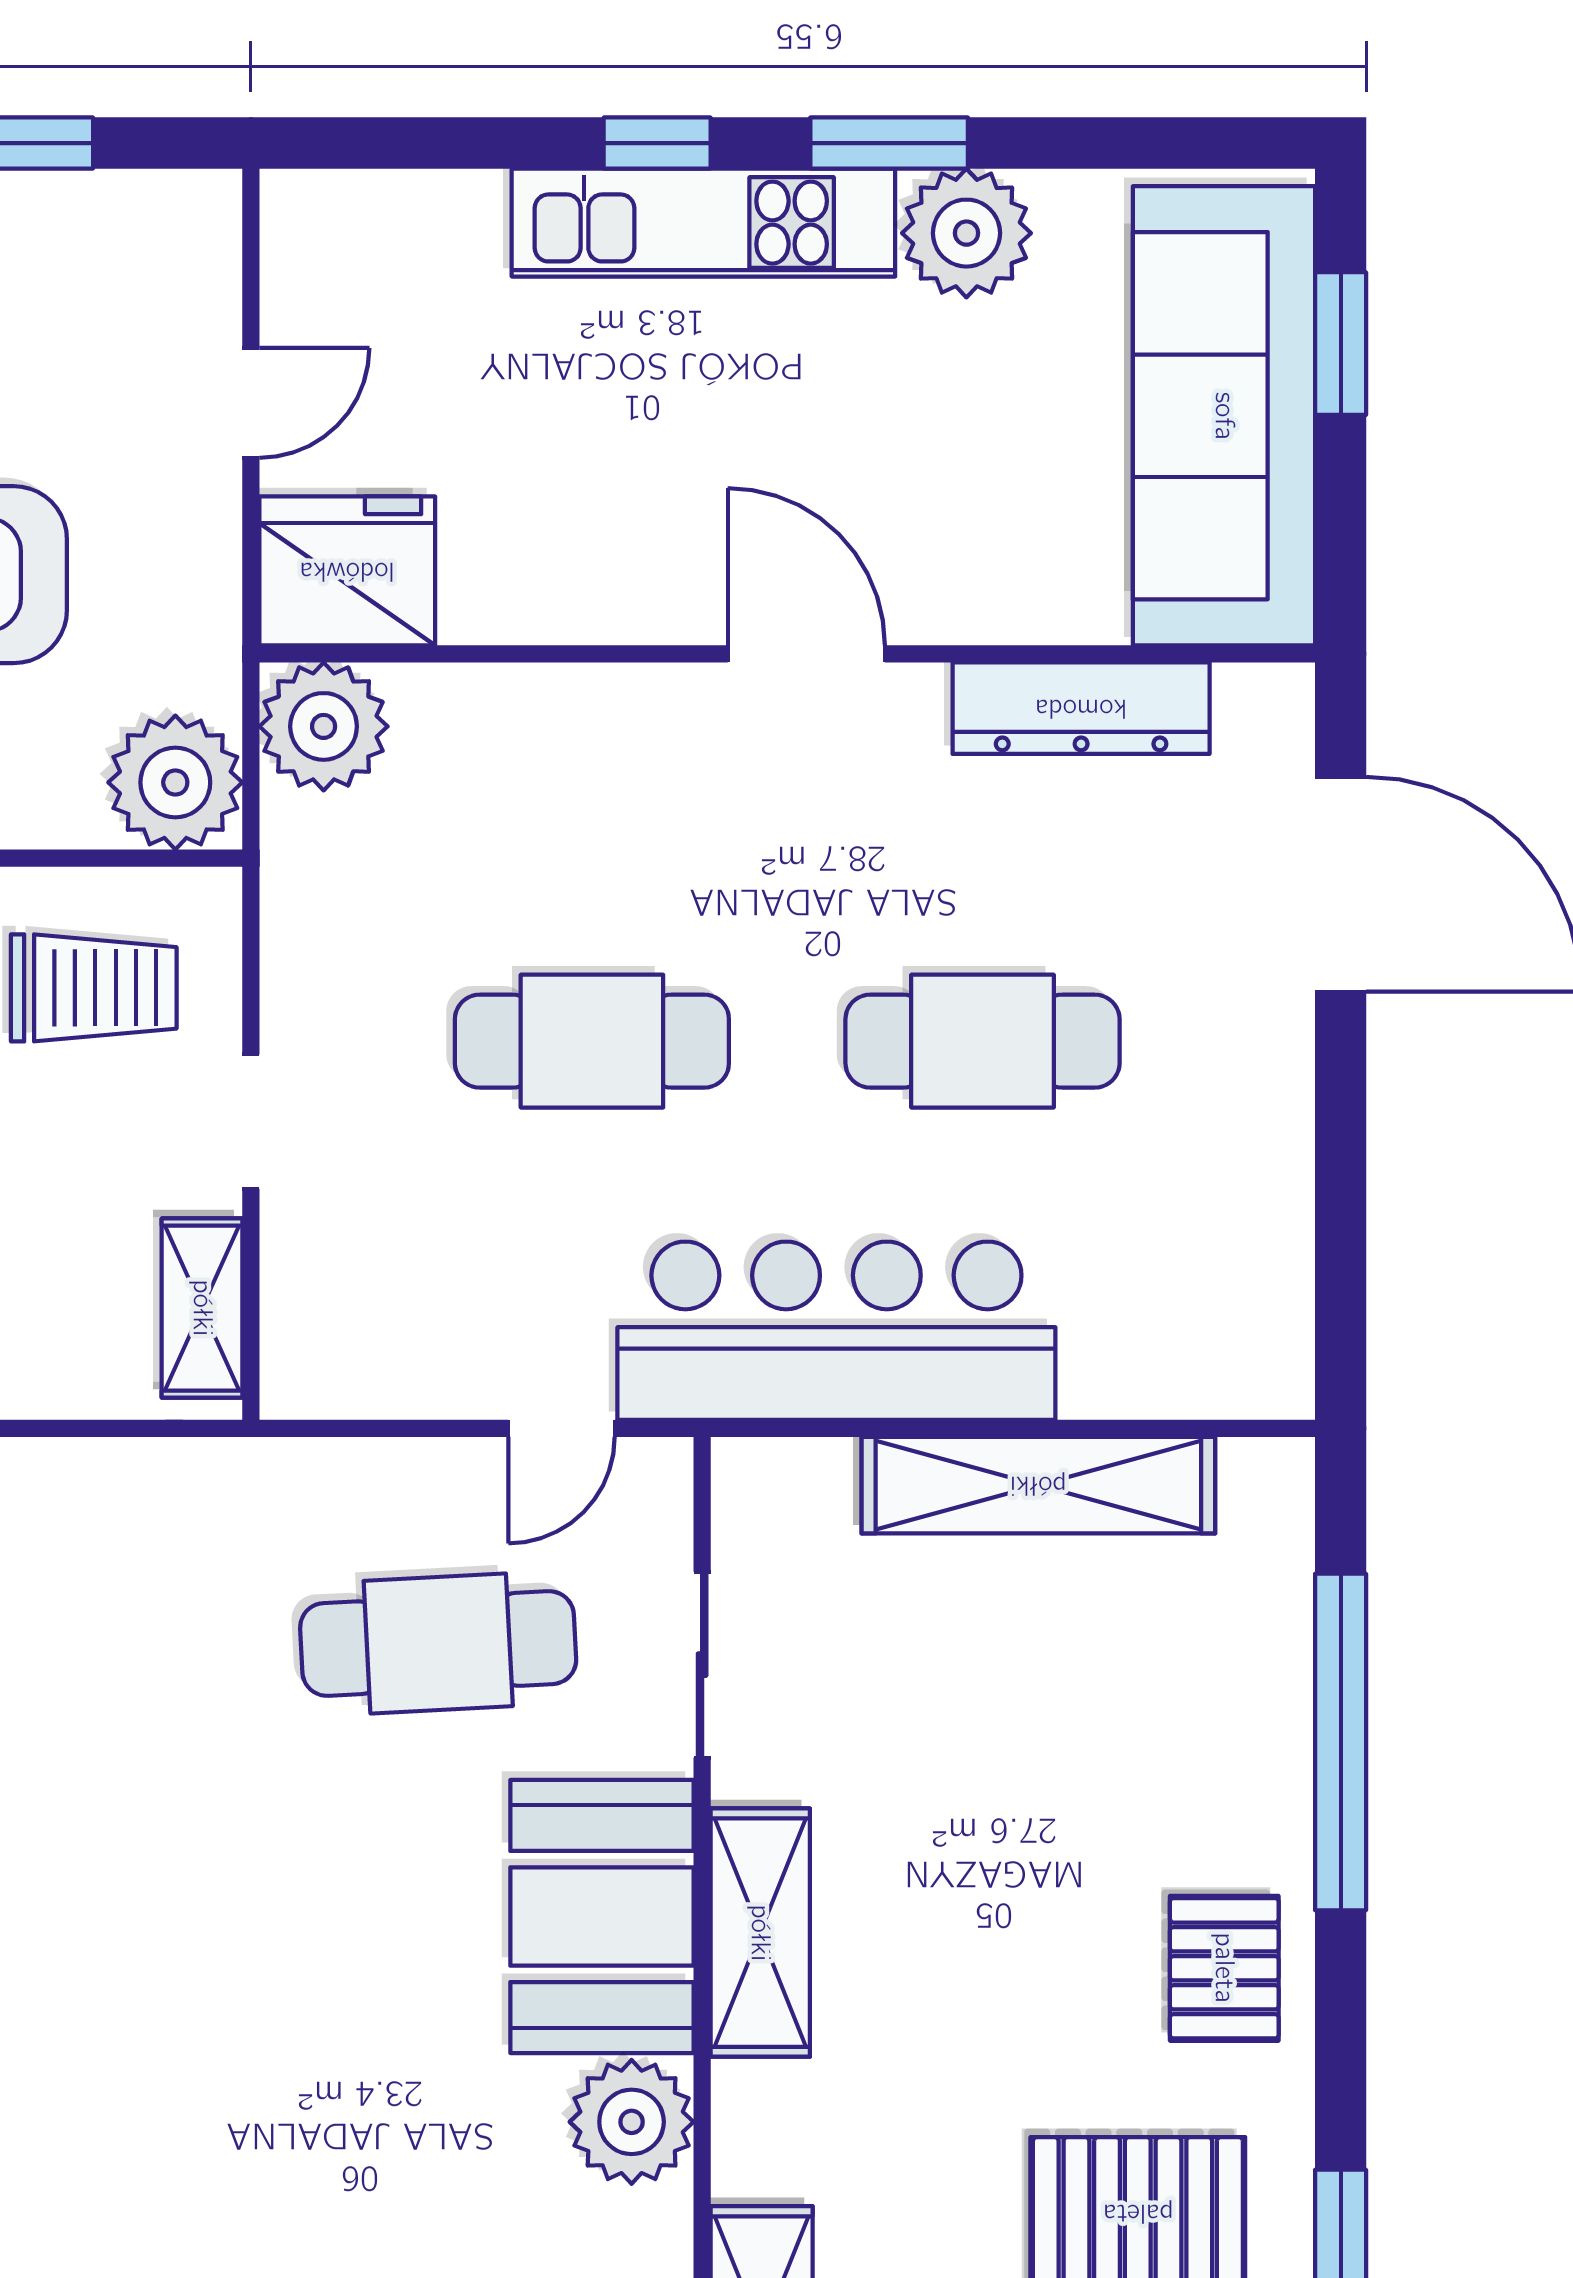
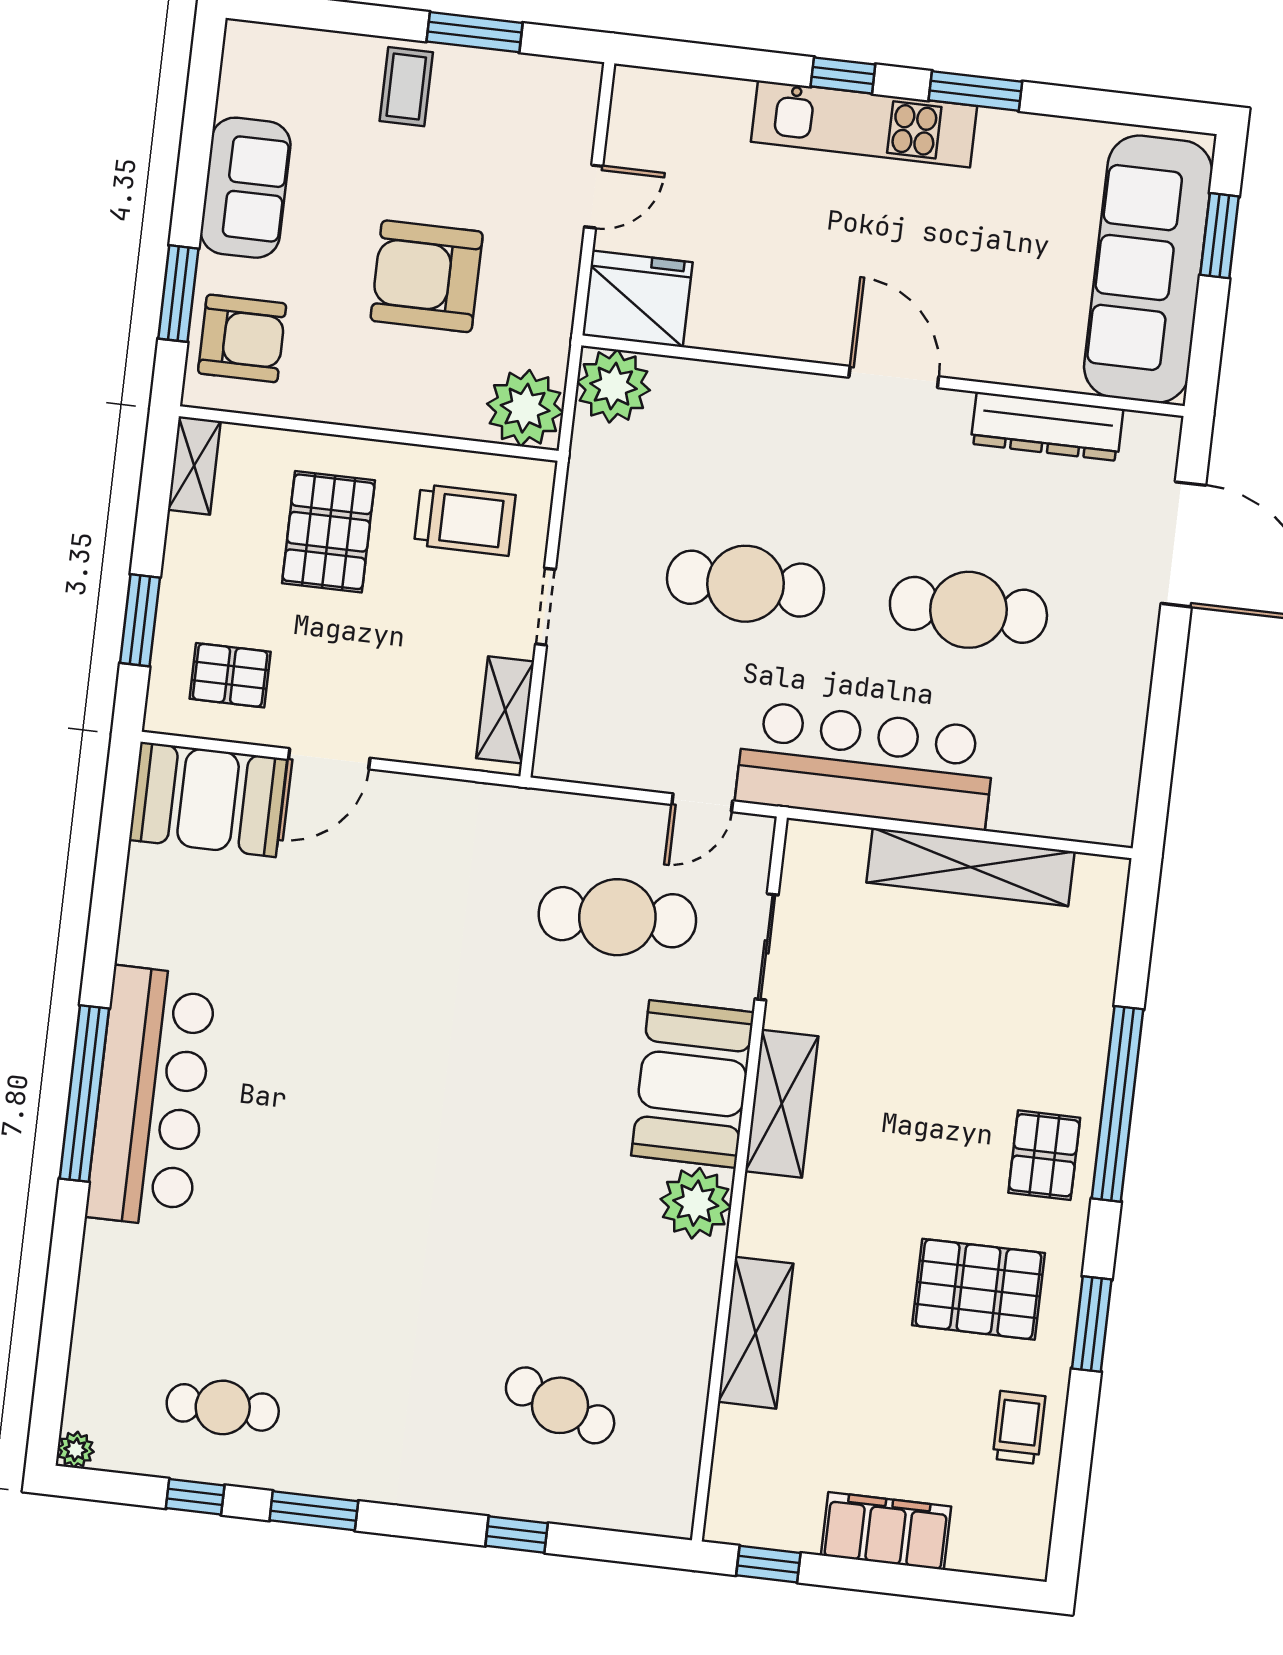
plant: (966, 233) -> (1013, 148), removed
window: (1341, 1742) -> (1118, 1104), moved

